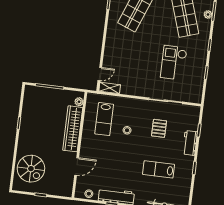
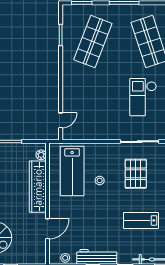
shelving: (110, 88) -> (74, 135), removed
lab bench: (104, 119) -> (72, 171), width x1.36, depth x1.39
pallet: (159, 128) -> (136, 174), width x1.50, depth x1.42

